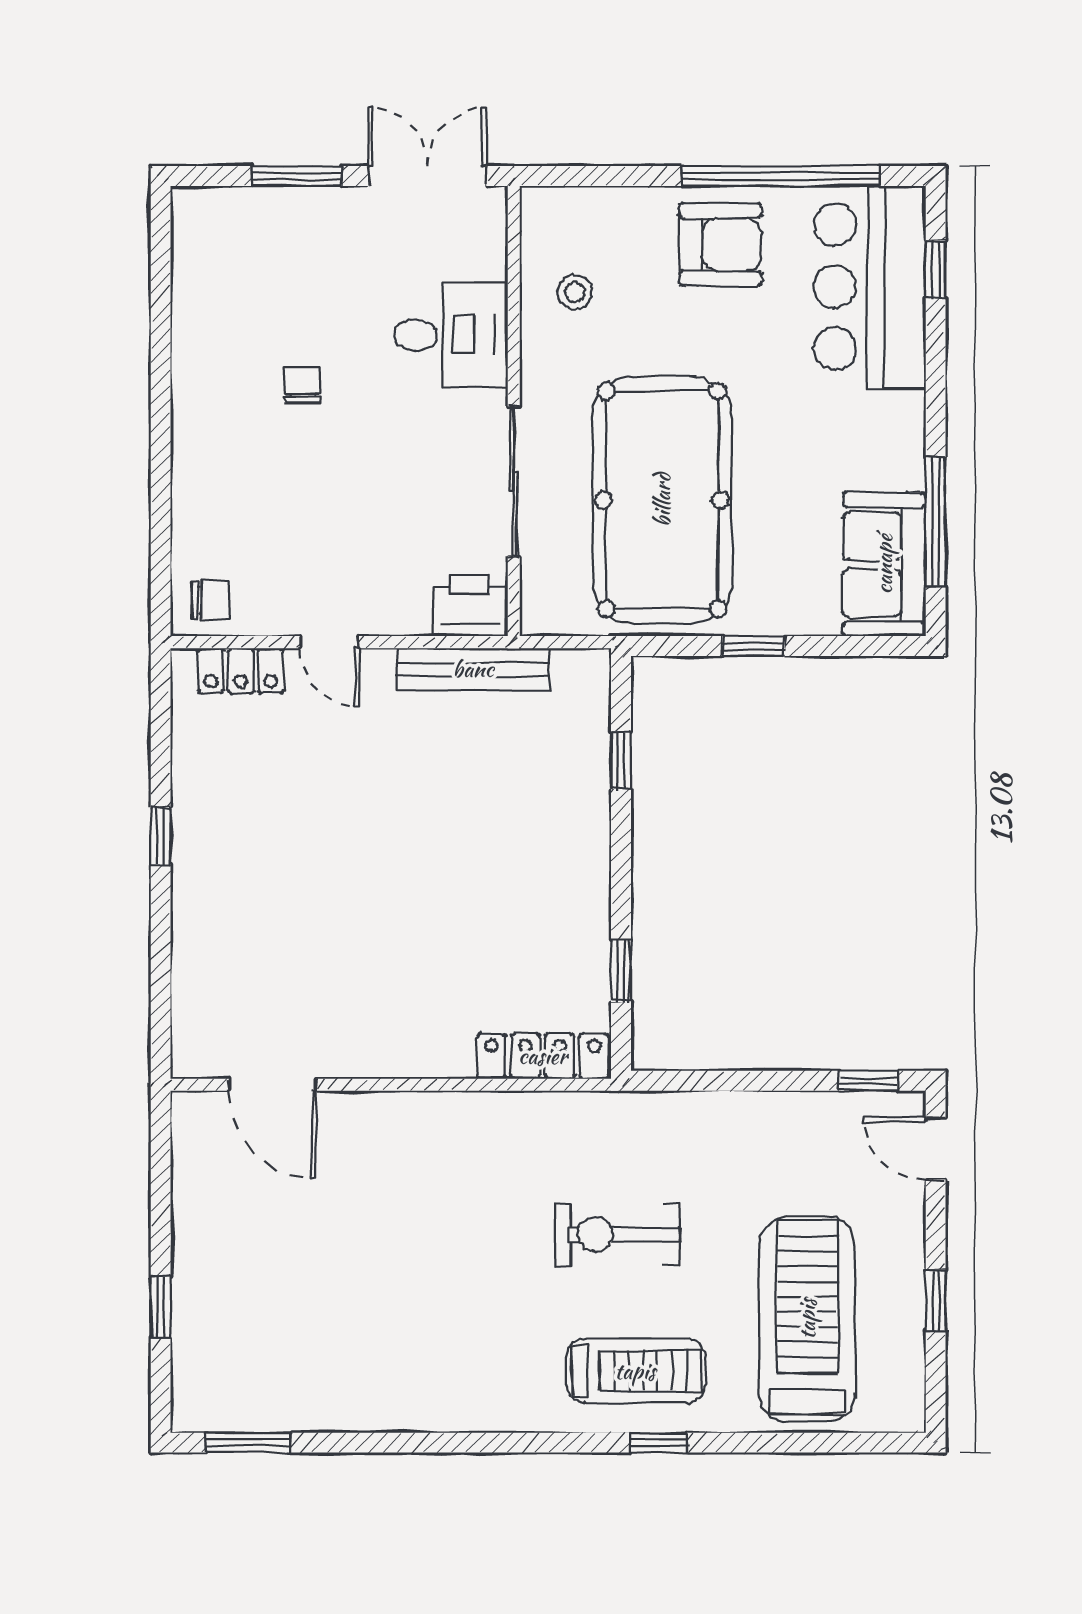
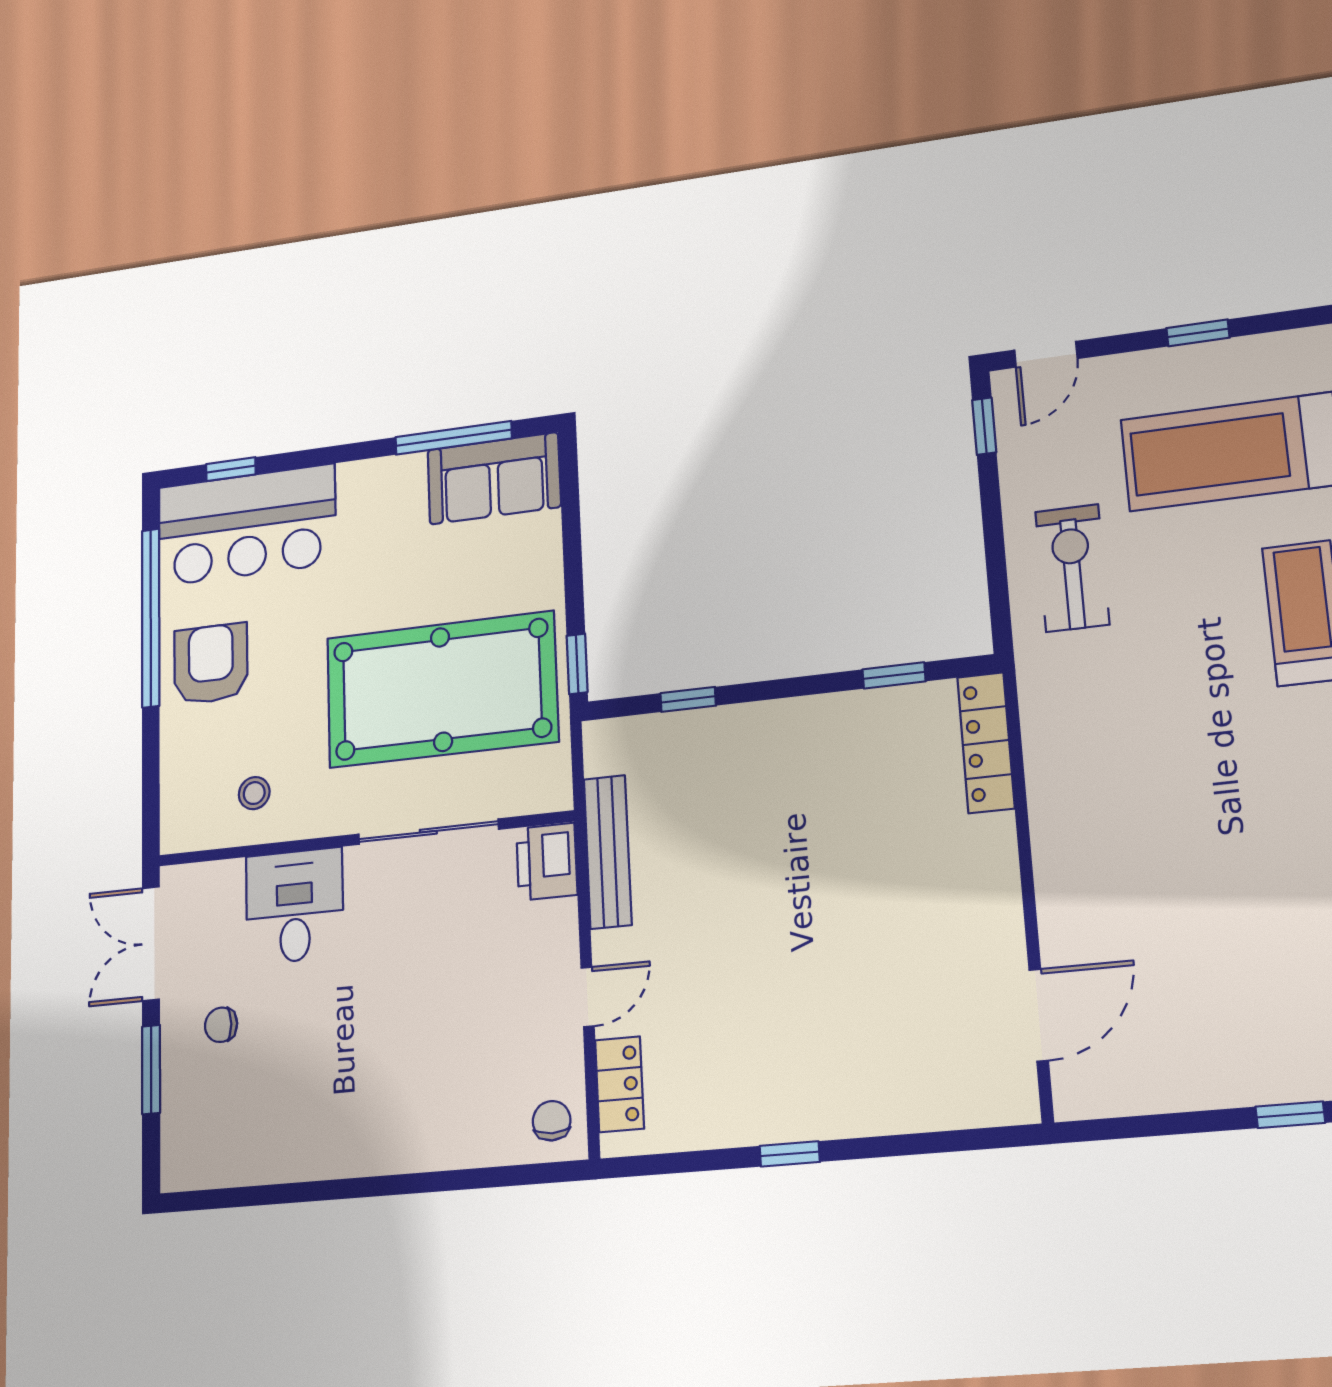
chair: (303, 385) -> (221, 1025), moved
window: (754, 646) -> (577, 664), moved
exercise bike: (618, 1235) -> (1072, 568), moved, turned 180

